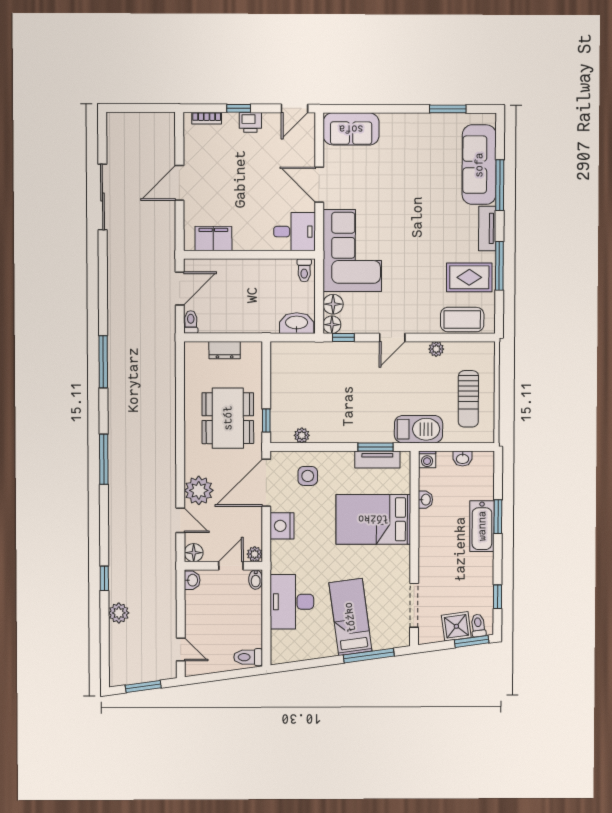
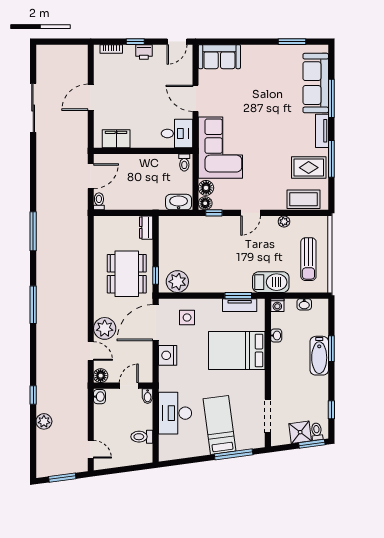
dresser: (225, 350) -> (146, 228), moved, turned 90
plant: (302, 435) -> (177, 282), width x1.88, depth x1.88
plant: (255, 554) -> (147, 377), removed
toilet: (248, 657) -> (142, 437), moved

